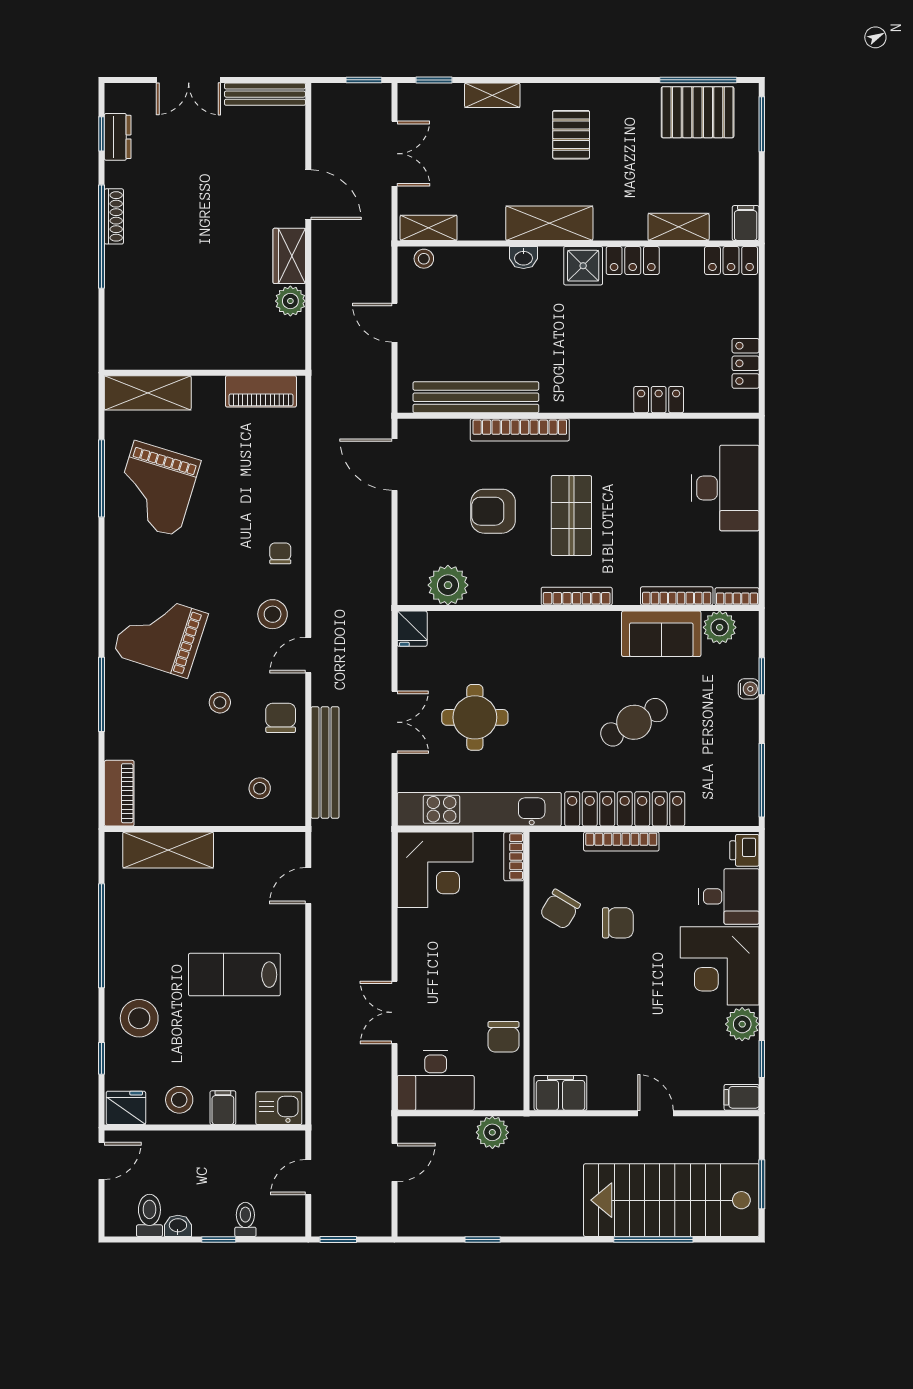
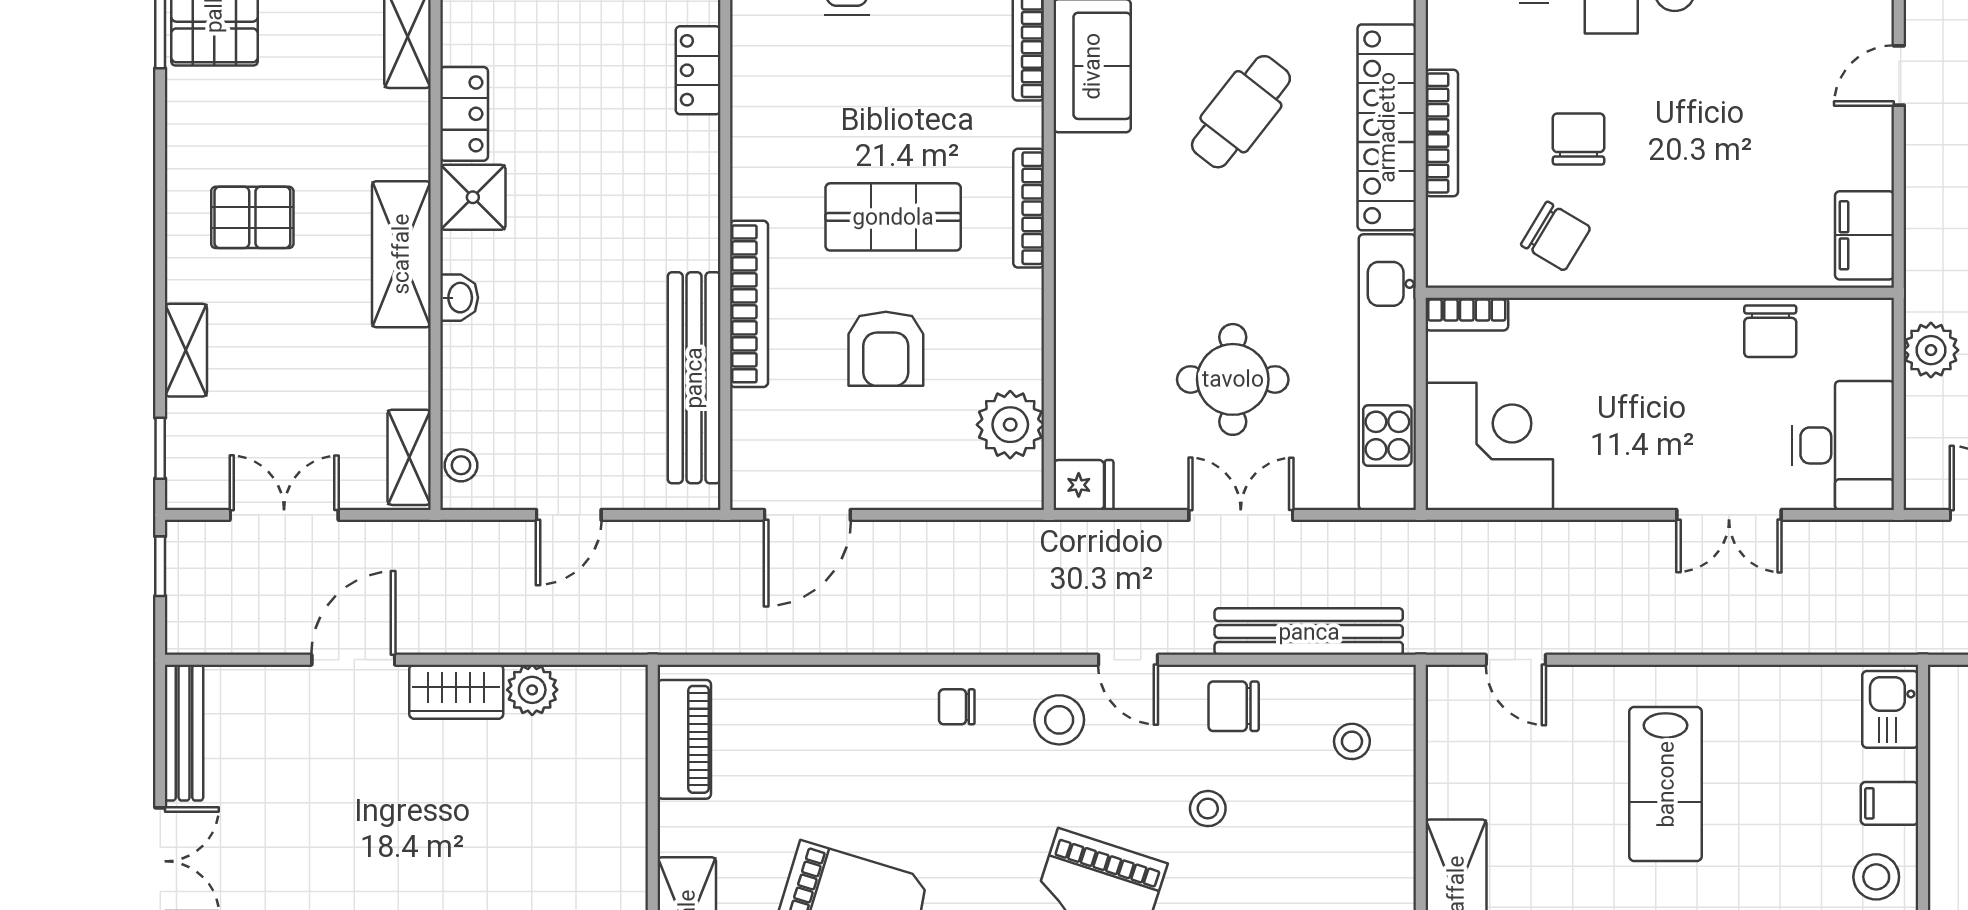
cafe table: (634, 722) -> (1241, 112), turned 67
chair: (504, 1037) -> (1770, 331), turned 90

